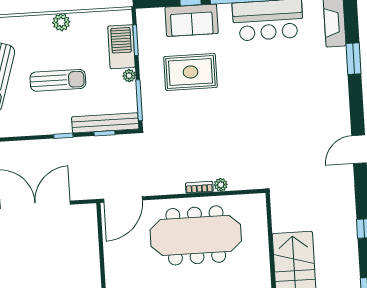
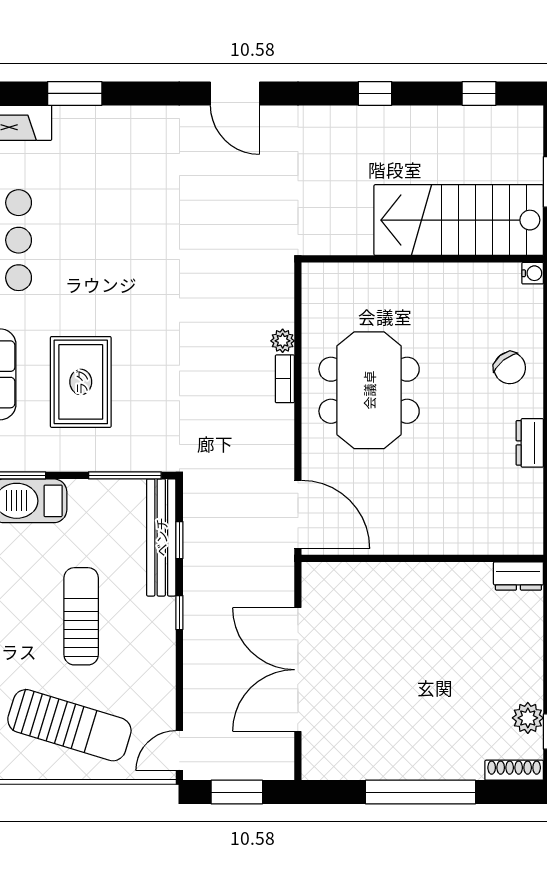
plant: (129, 76) -> (81, 490), removed
meeting table: (196, 235) -> (369, 390), width x0.73

